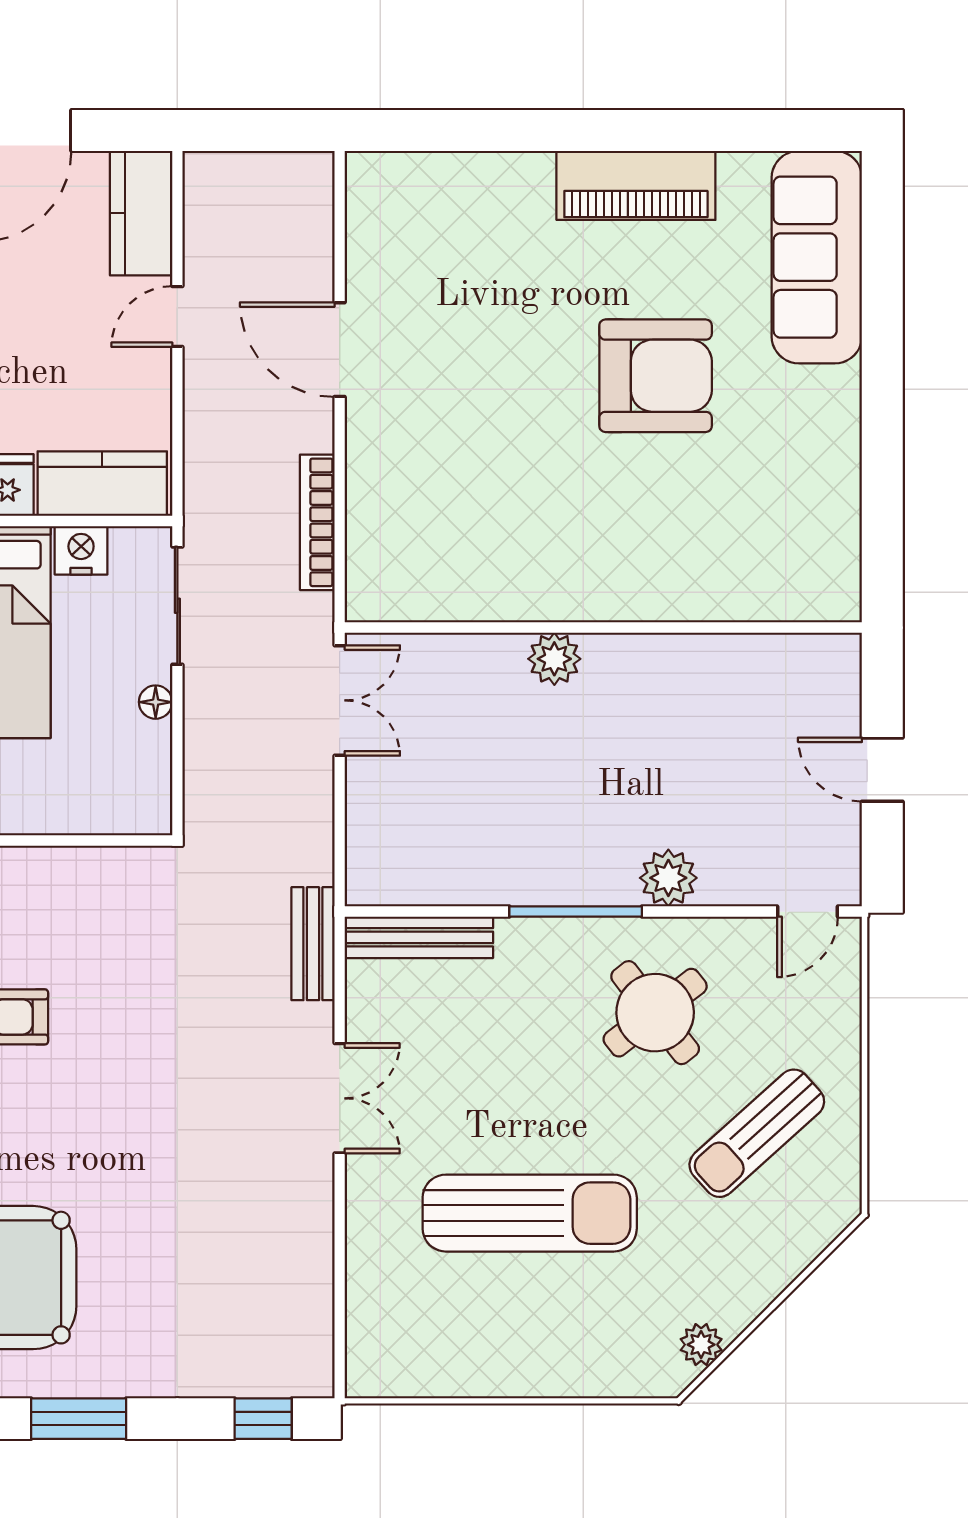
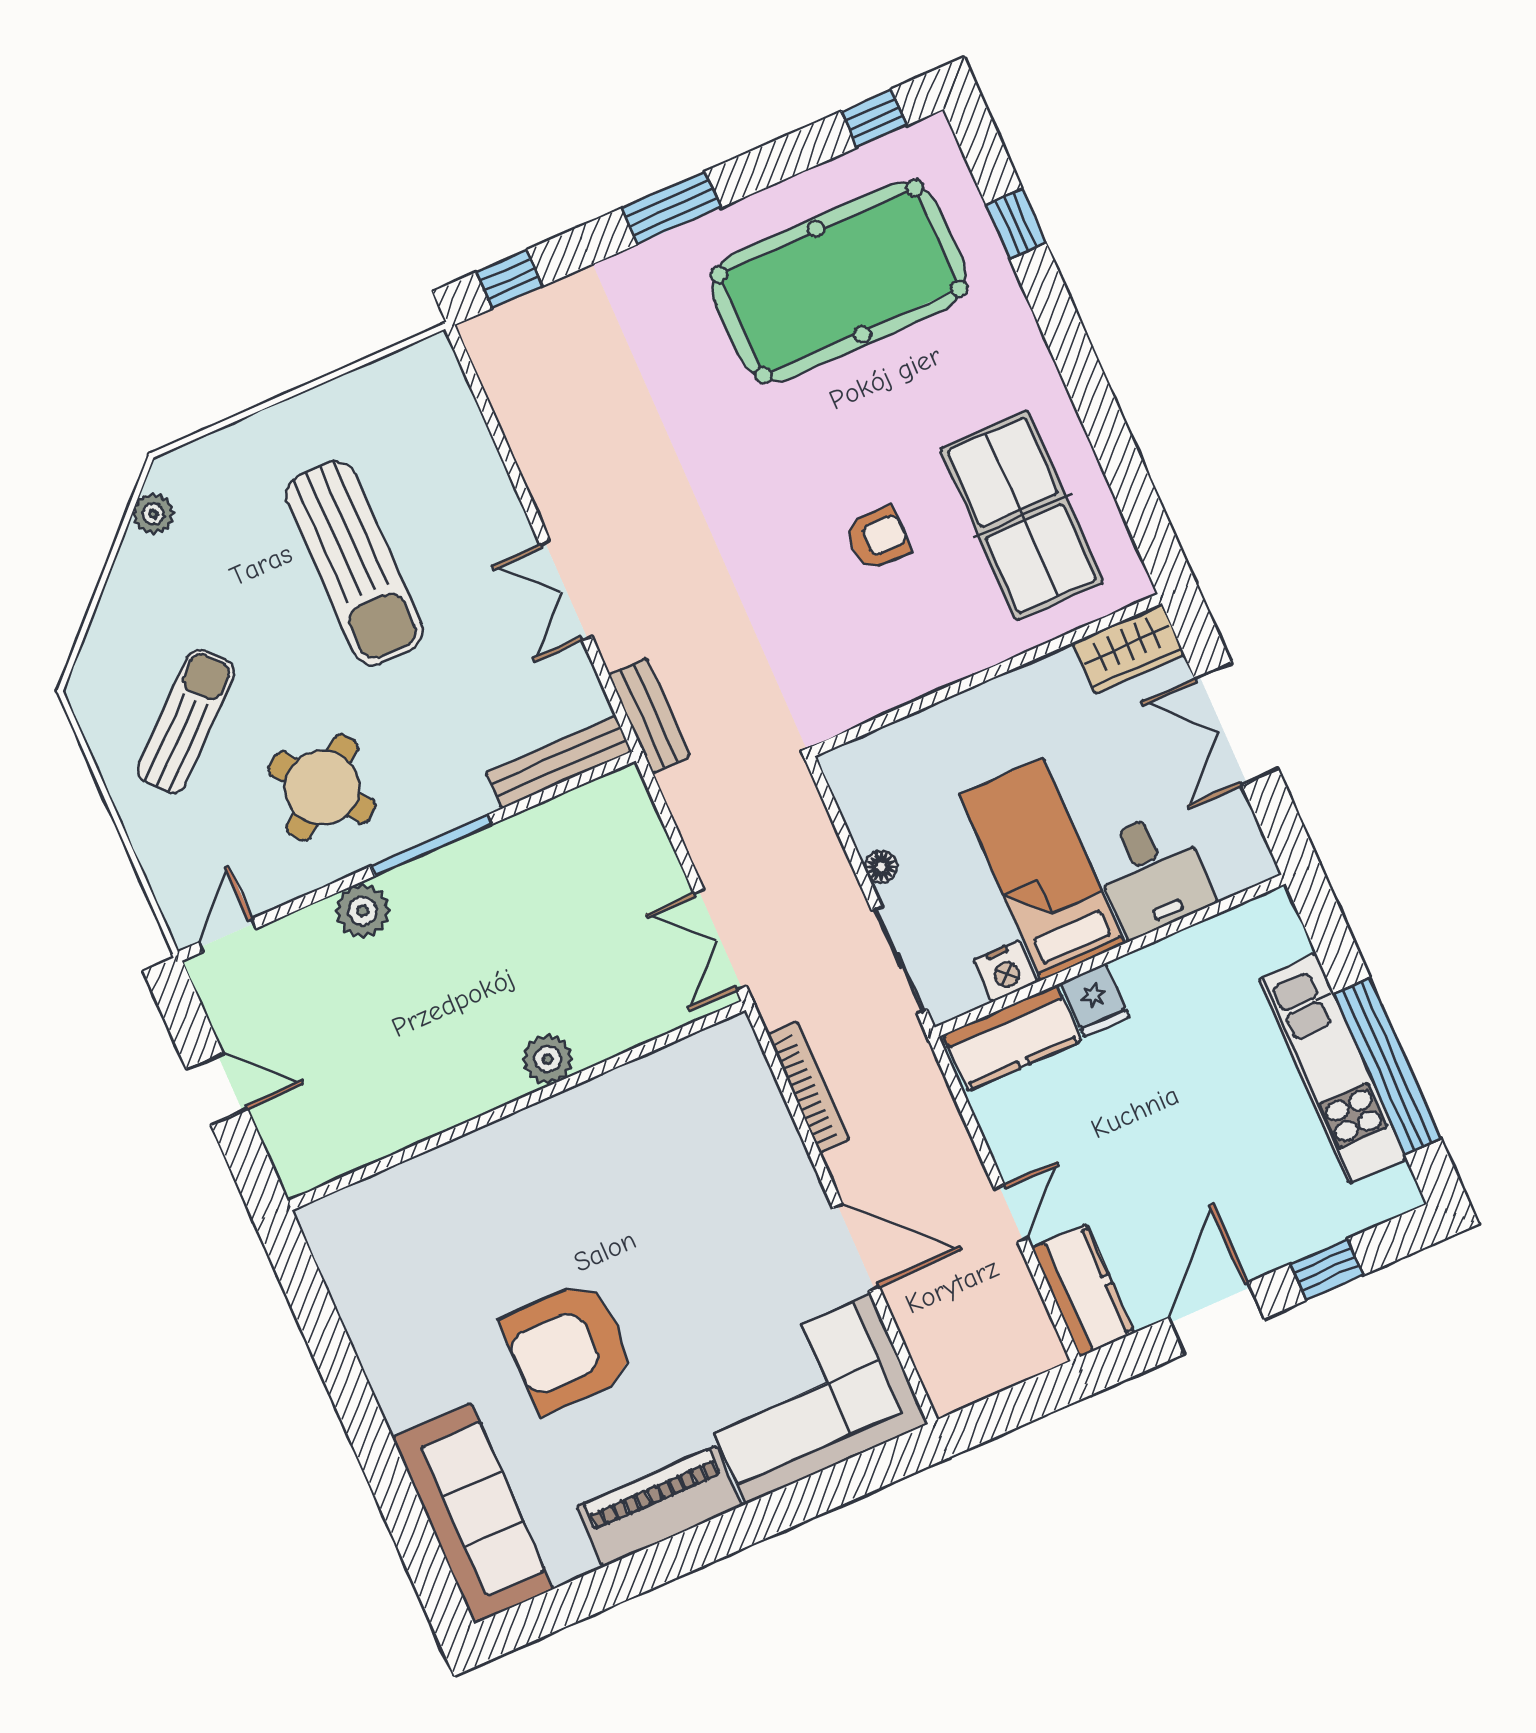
corner sofa: (449, 225) -> (809, 1399), added
sun lounger: (530, 1213) -> (355, 563), turned -90

